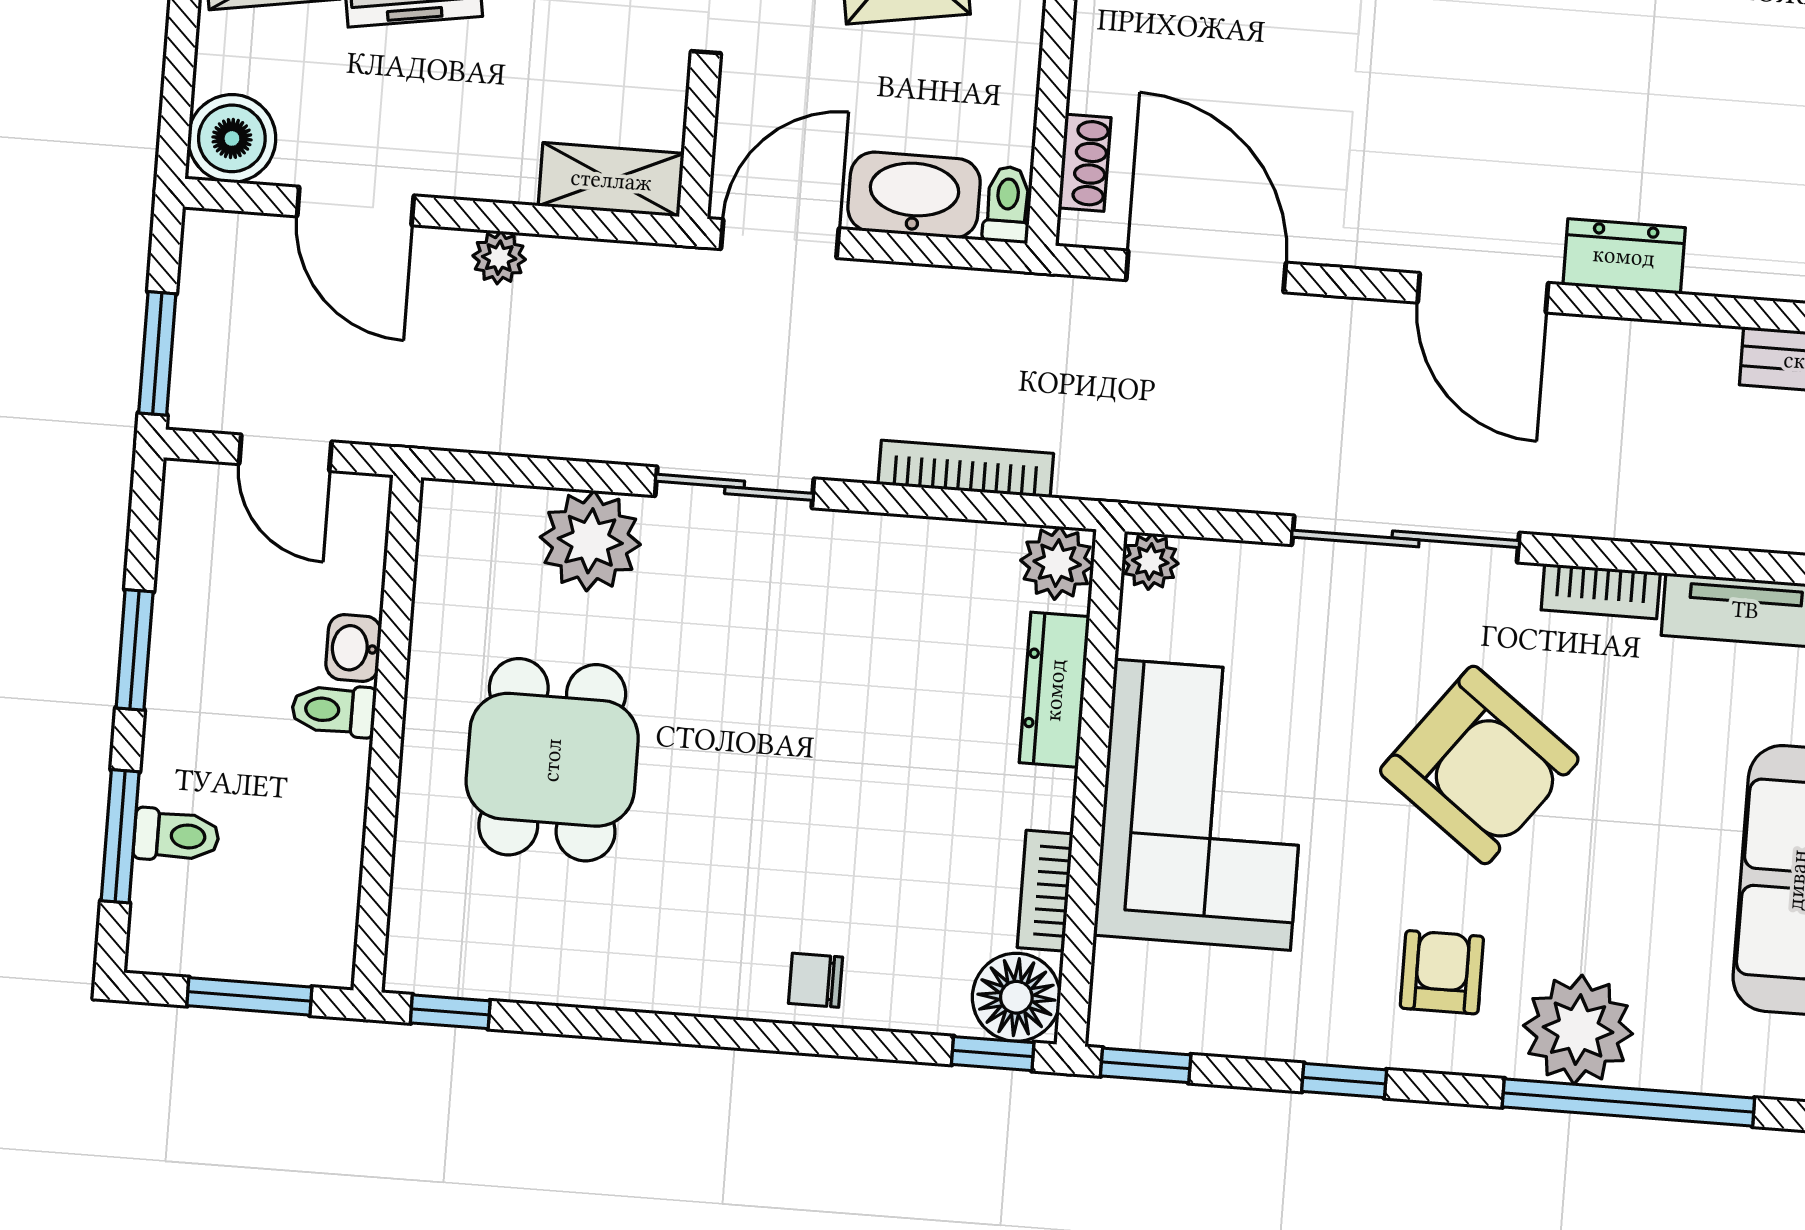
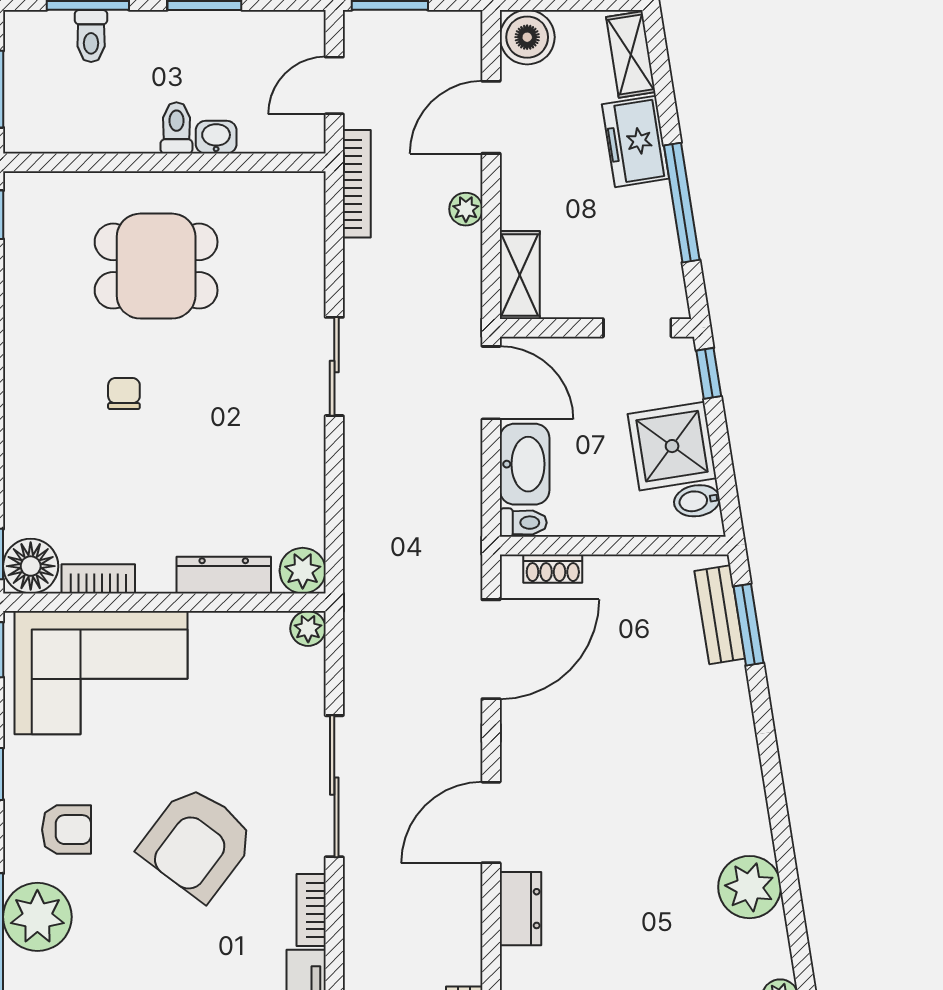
bookcase: (966, 469) -> (357, 184), moved
plant: (590, 541) -> (294, 279), removed
corner sofa: (1202, 805) -> (101, 673), moved
chair: (816, 980) -> (124, 393), moved

